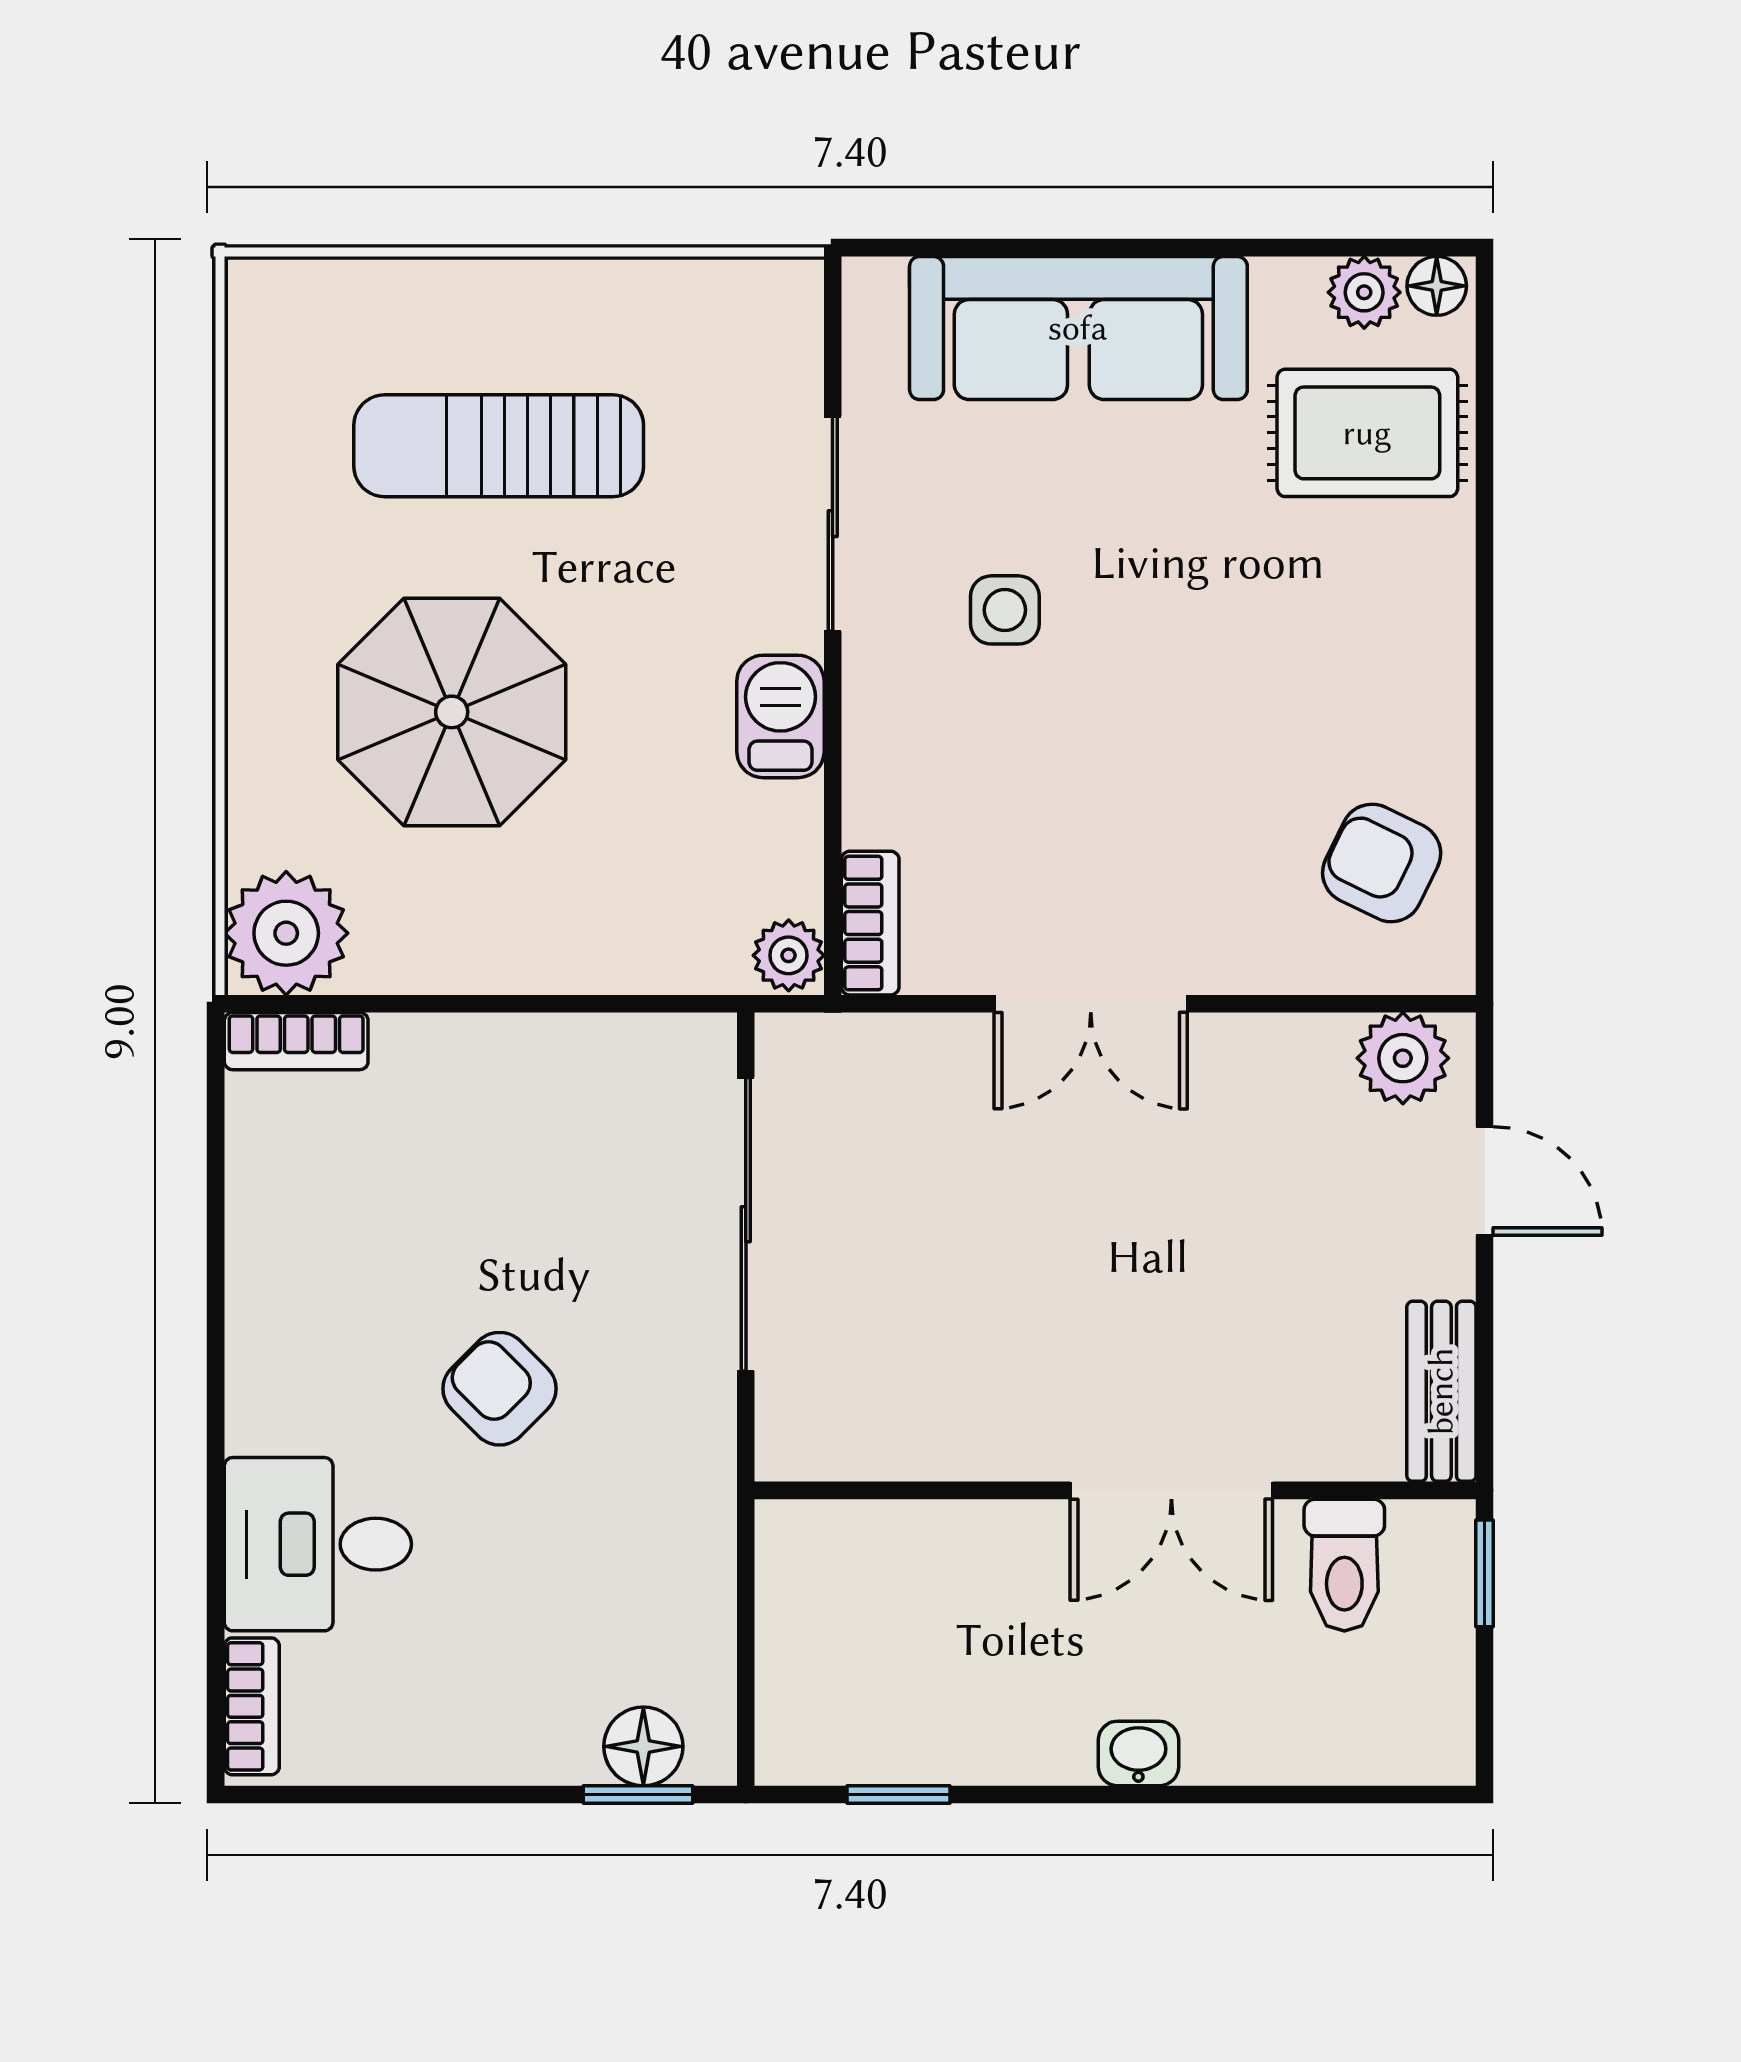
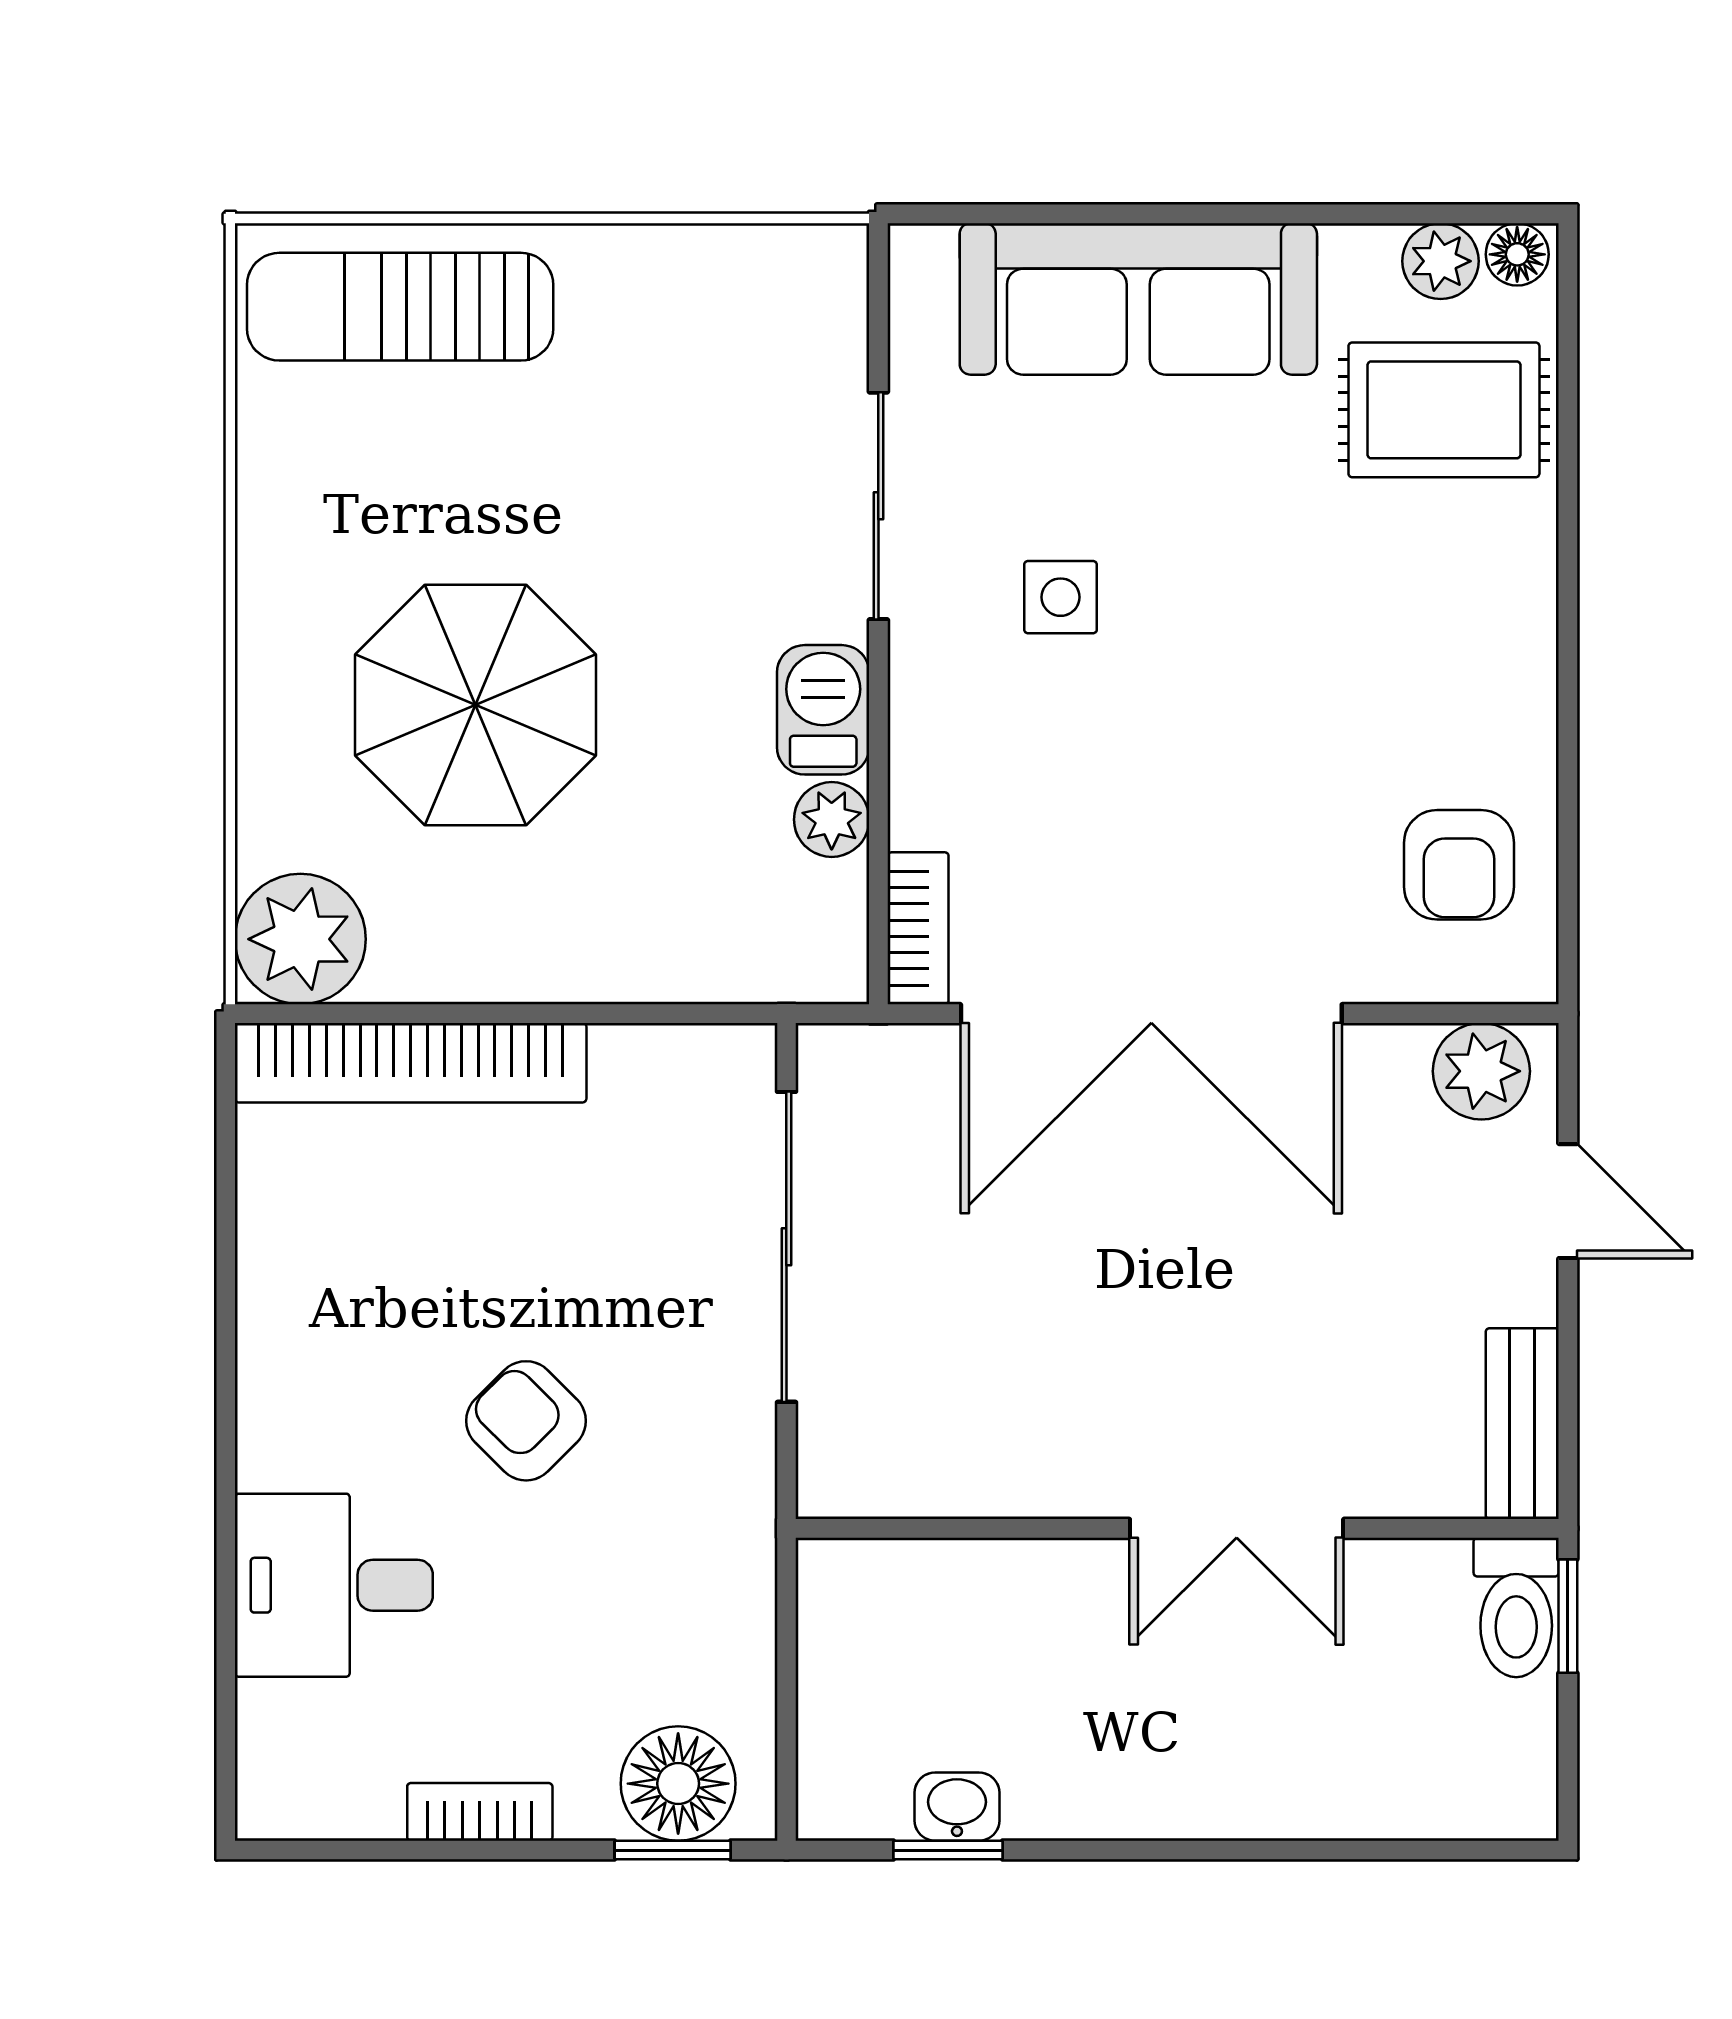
sun lounger: (499, 446) -> (400, 307), moved
armchair: (1382, 863) -> (1459, 865), turned -116
plant: (789, 955) -> (832, 820), moved
double door: (1091, 1004) -> (1151, 1014), width x1.87
bookcase: (296, 1041) -> (411, 1063), width x2.31, depth x1.31
toilet: (1344, 1565) -> (1516, 1607), moved
bookcase: (252, 1706) -> (480, 1812), moved, turned -90
floor lamp: (643, 1746) -> (678, 1784), width x1.38, depth x1.38
washbasin: (1138, 1753) -> (957, 1807), moved

